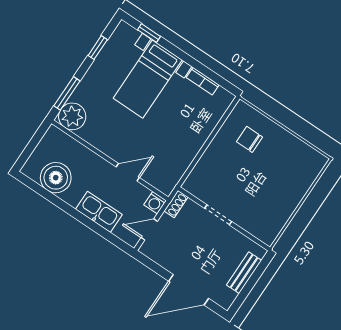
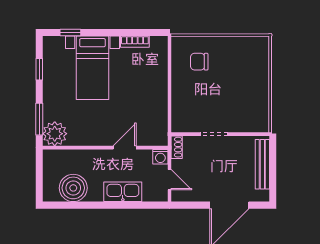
door: (149, 229) -> (169, 180), swing flipped
bench: (244, 273) -> (262, 164), width x1.36

